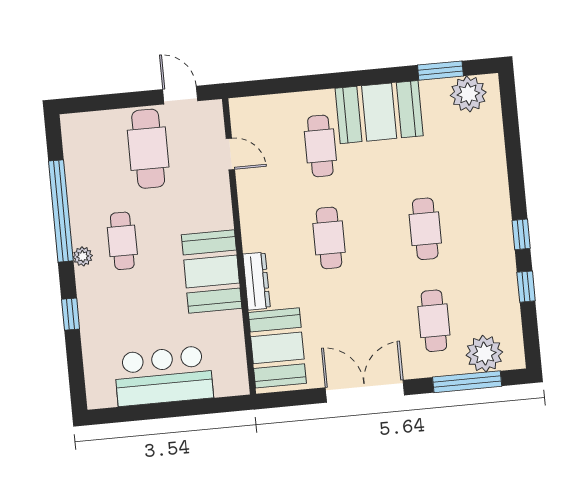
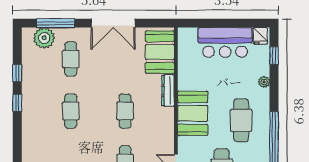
cafe table: (122, 241) -> (241, 120), width x1.37, depth x1.35
plant: (83, 256) -> (264, 82), moved
booth: (212, 271) -> (193, 113), moved
window: (71, 314) -> (274, 55), moved
fridge: (103, 393) -> (260, 36), added

